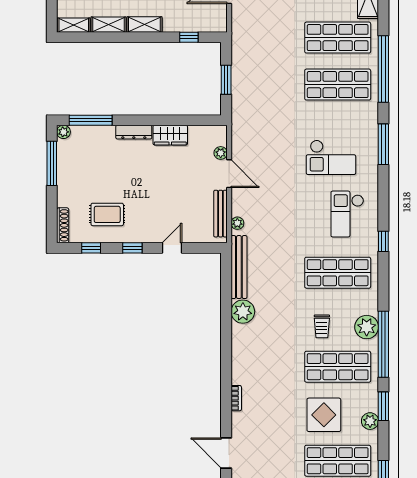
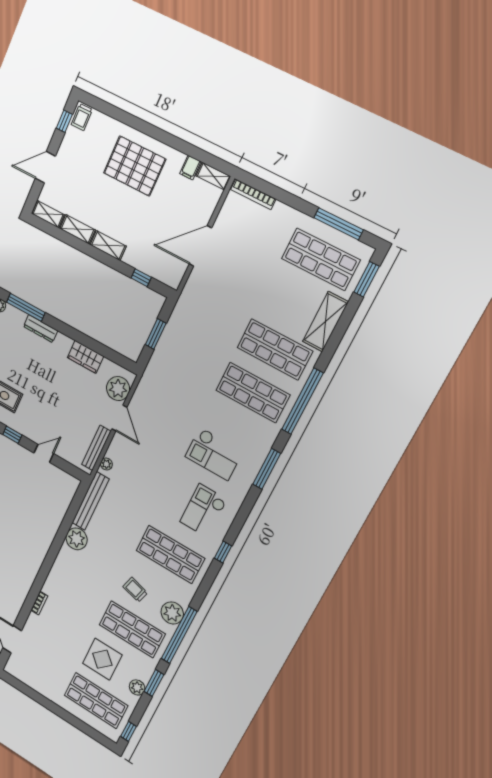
dresser: (134, 132) -> (41, 329), moved
plant: (221, 153) -> (118, 389), width x1.88, depth x1.88
trolley: (322, 326) -> (135, 590), turned 105

